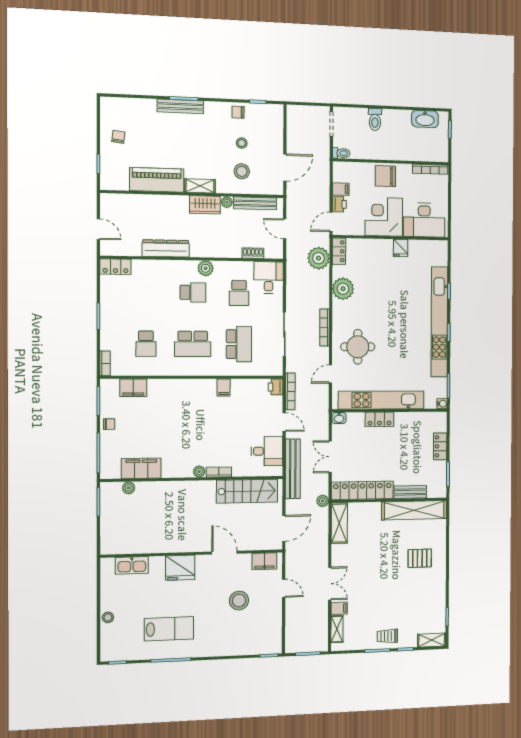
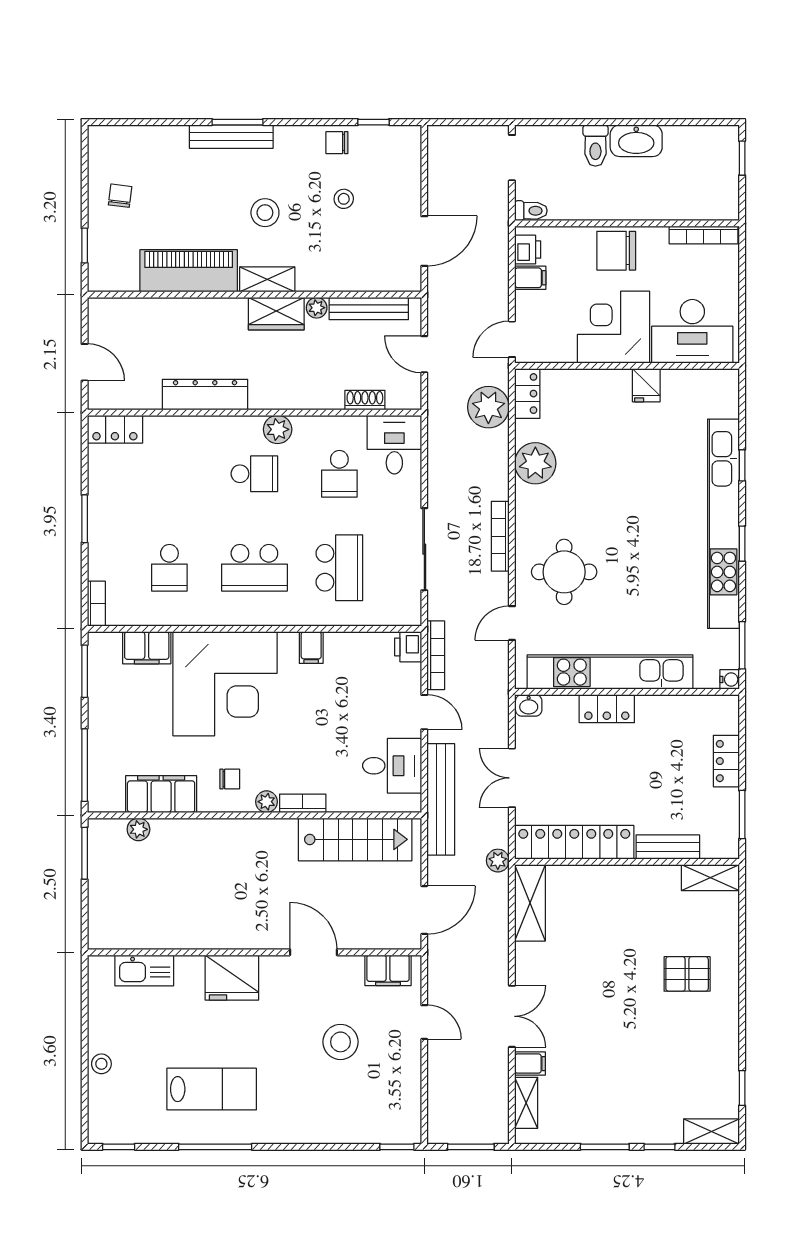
washbasin: (425, 119) -> (636, 141), moved
stool: (242, 171) -> (265, 213), moved
printer: (339, 204) -> (528, 250), moved
corner desk: (177, 407) -> (225, 684), added
chair: (109, 424) -> (230, 779), moved
shelving: (414, 510) -> (710, 878), width x0.45, depth x0.75
trolley: (387, 636) -> (624, 1120), removed

